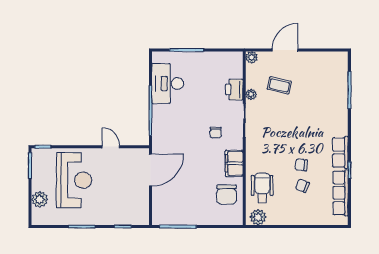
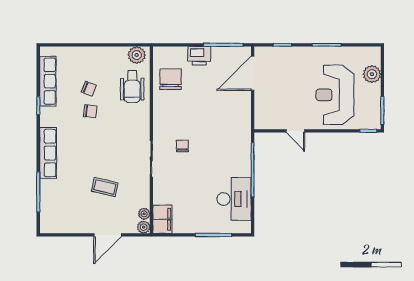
coffee table: (279, 85) -> (105, 187), moved
printer: (234, 90) -> (199, 56), moved, turned 90
plant: (251, 94) -> (144, 214), moved
row of seats: (340, 152) -> (48, 153), moved, width x1.48
filing cabinet: (234, 163) -> (162, 219), moved
door: (150, 170) -> (253, 73), moved

